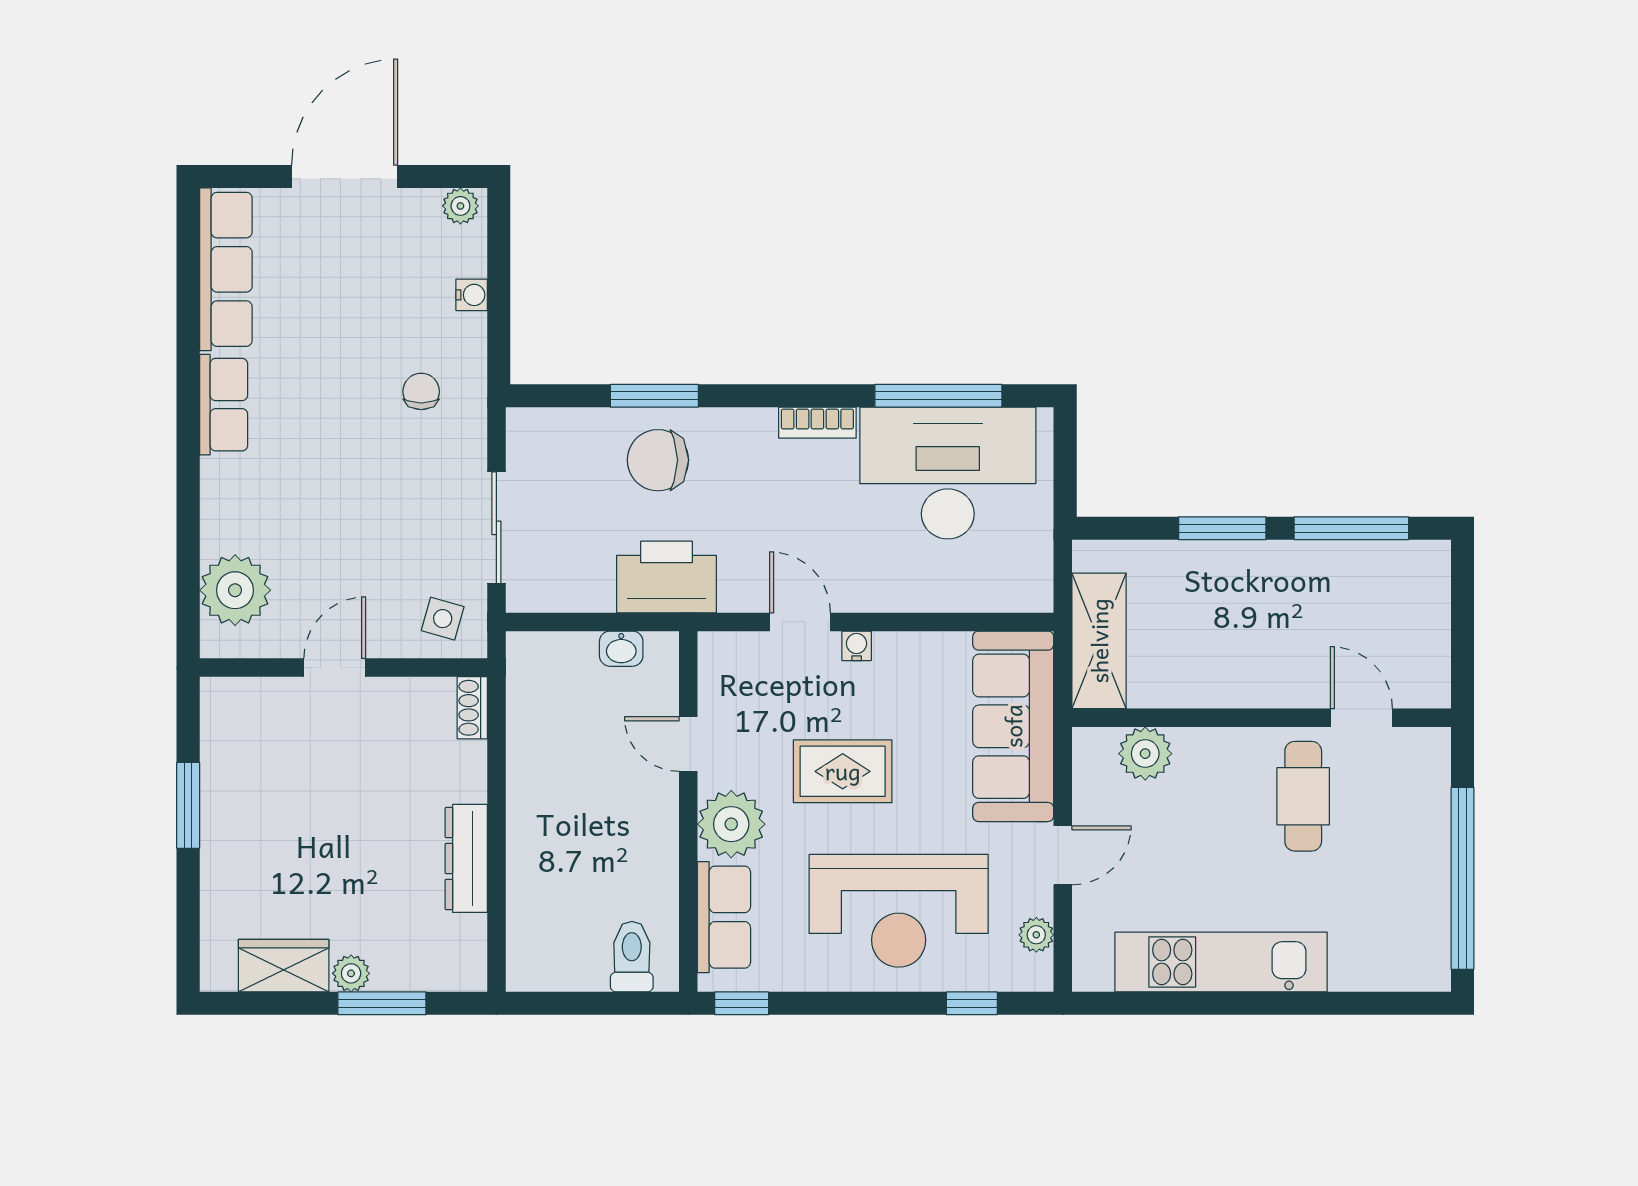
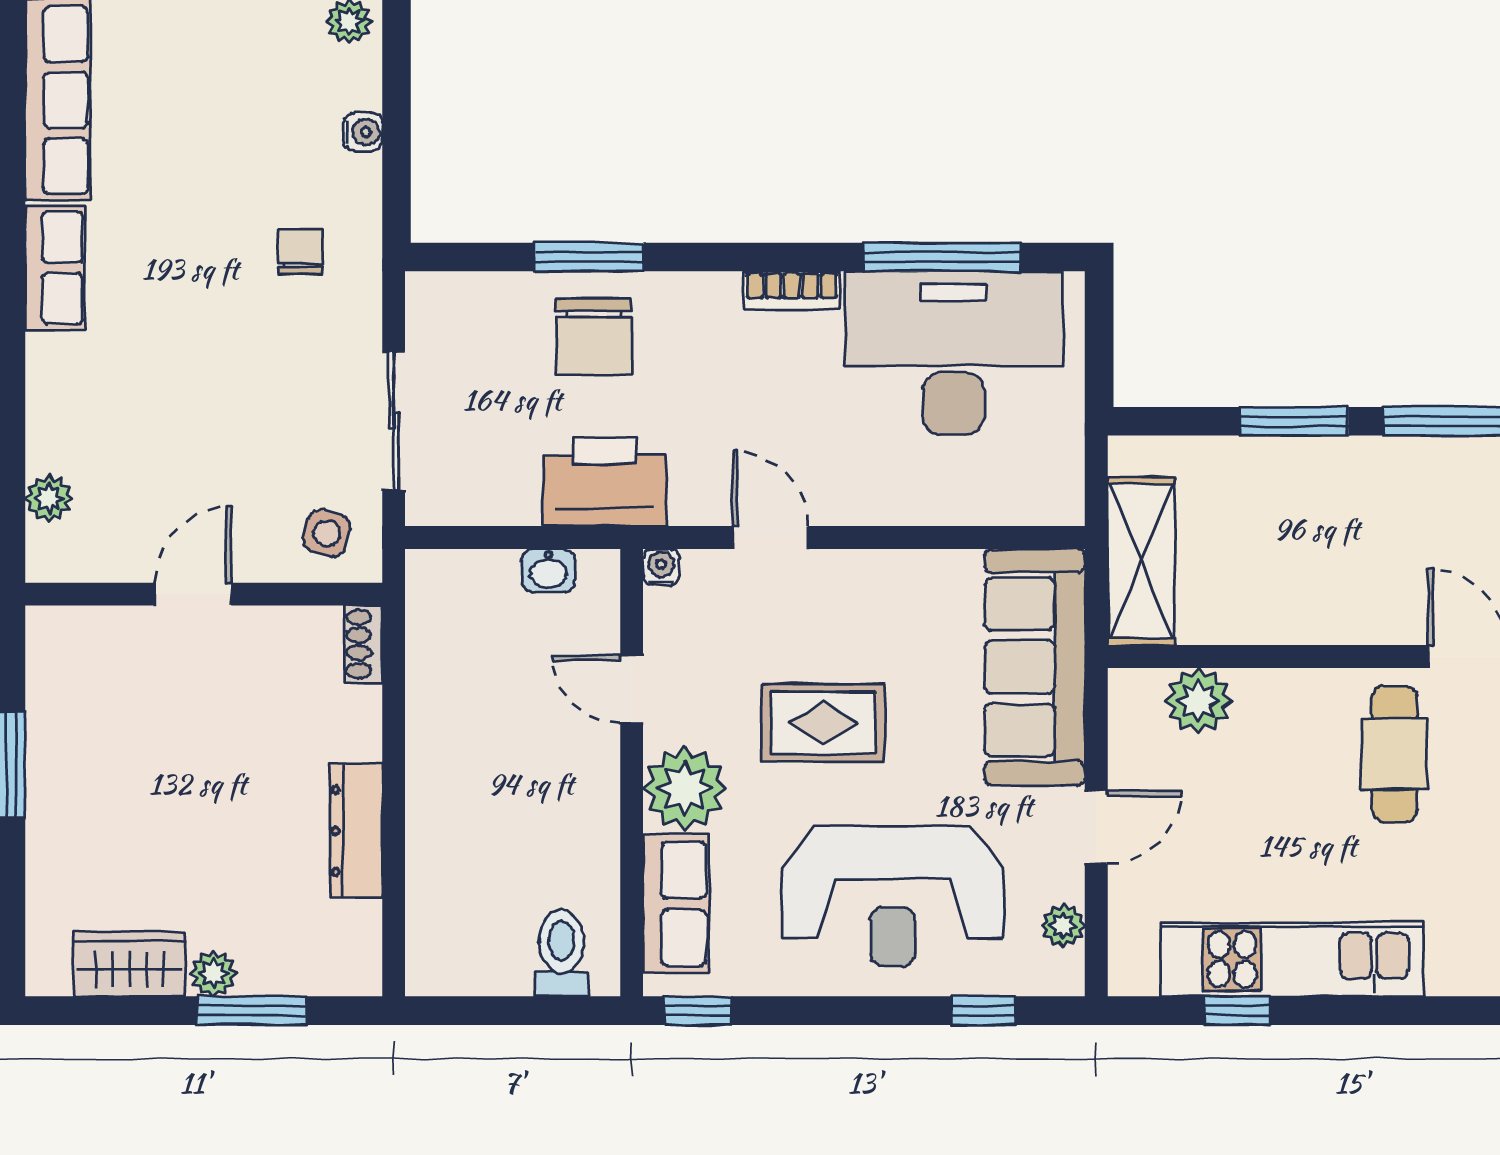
chair: (658, 460) -> (594, 337), turned -90
plant: (235, 590) -> (49, 498), width x0.53, depth x0.53
water cooler: (857, 646) -> (661, 567), moved
window: (1177, 1003) -> (1237, 1011), added

